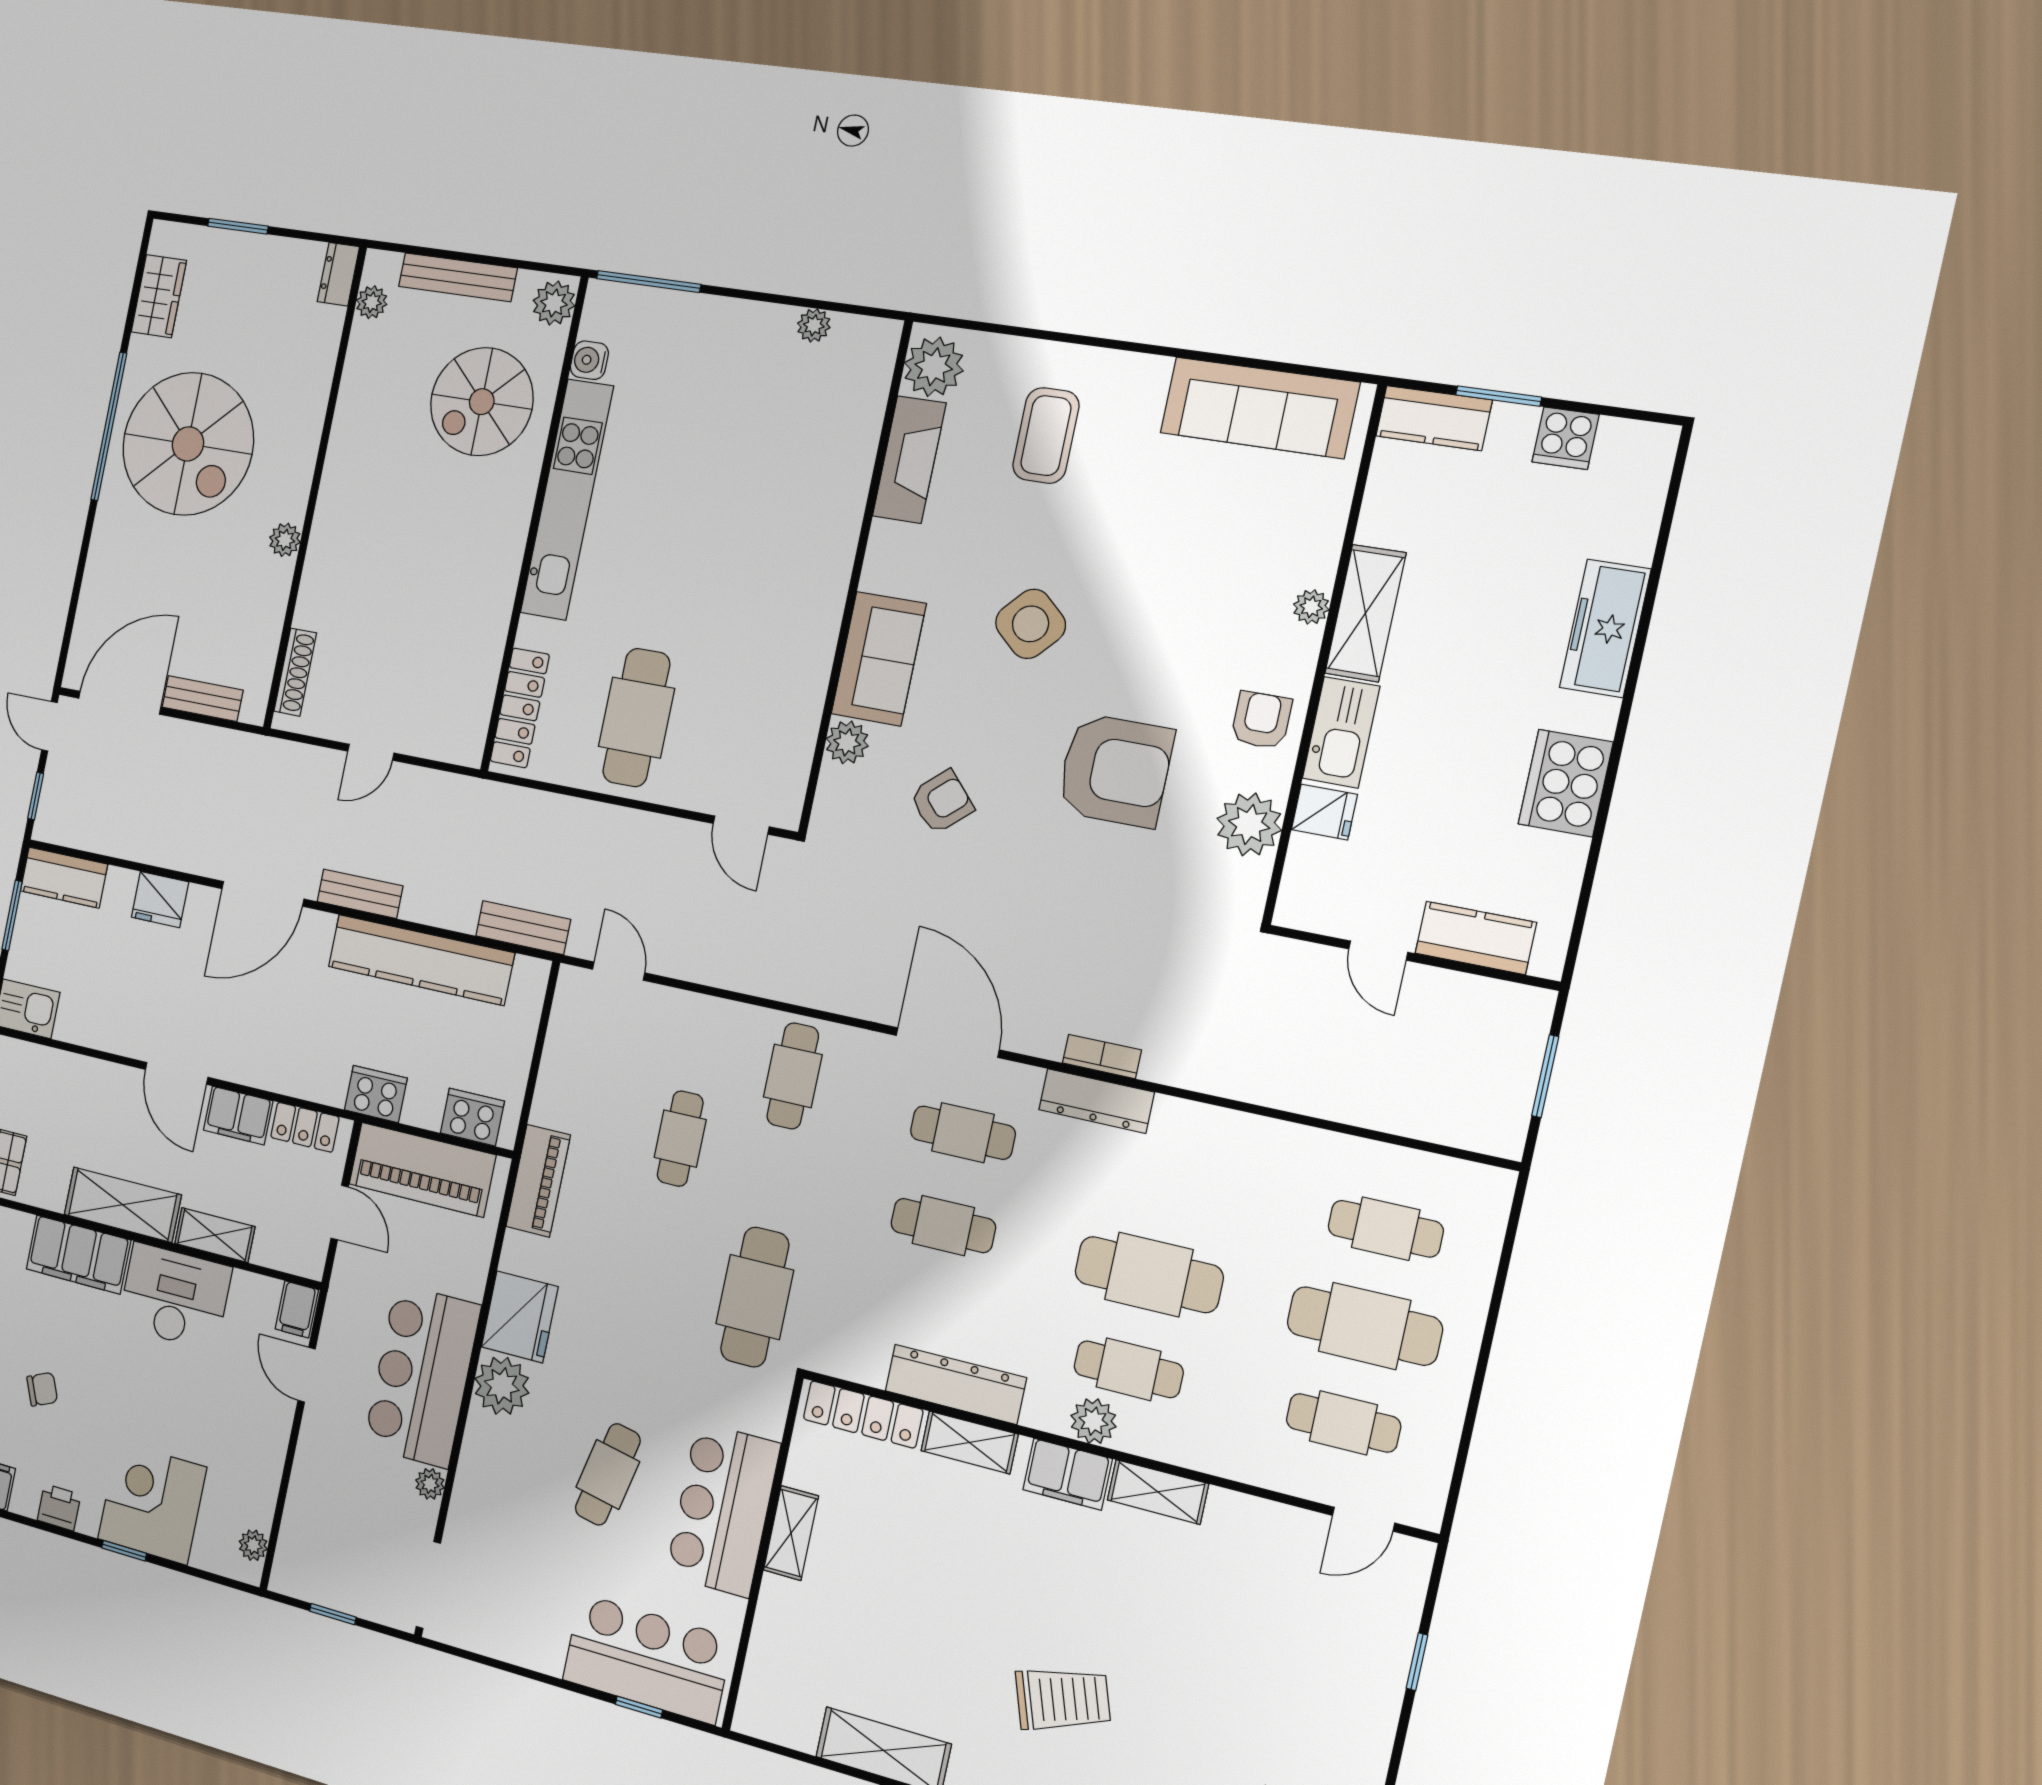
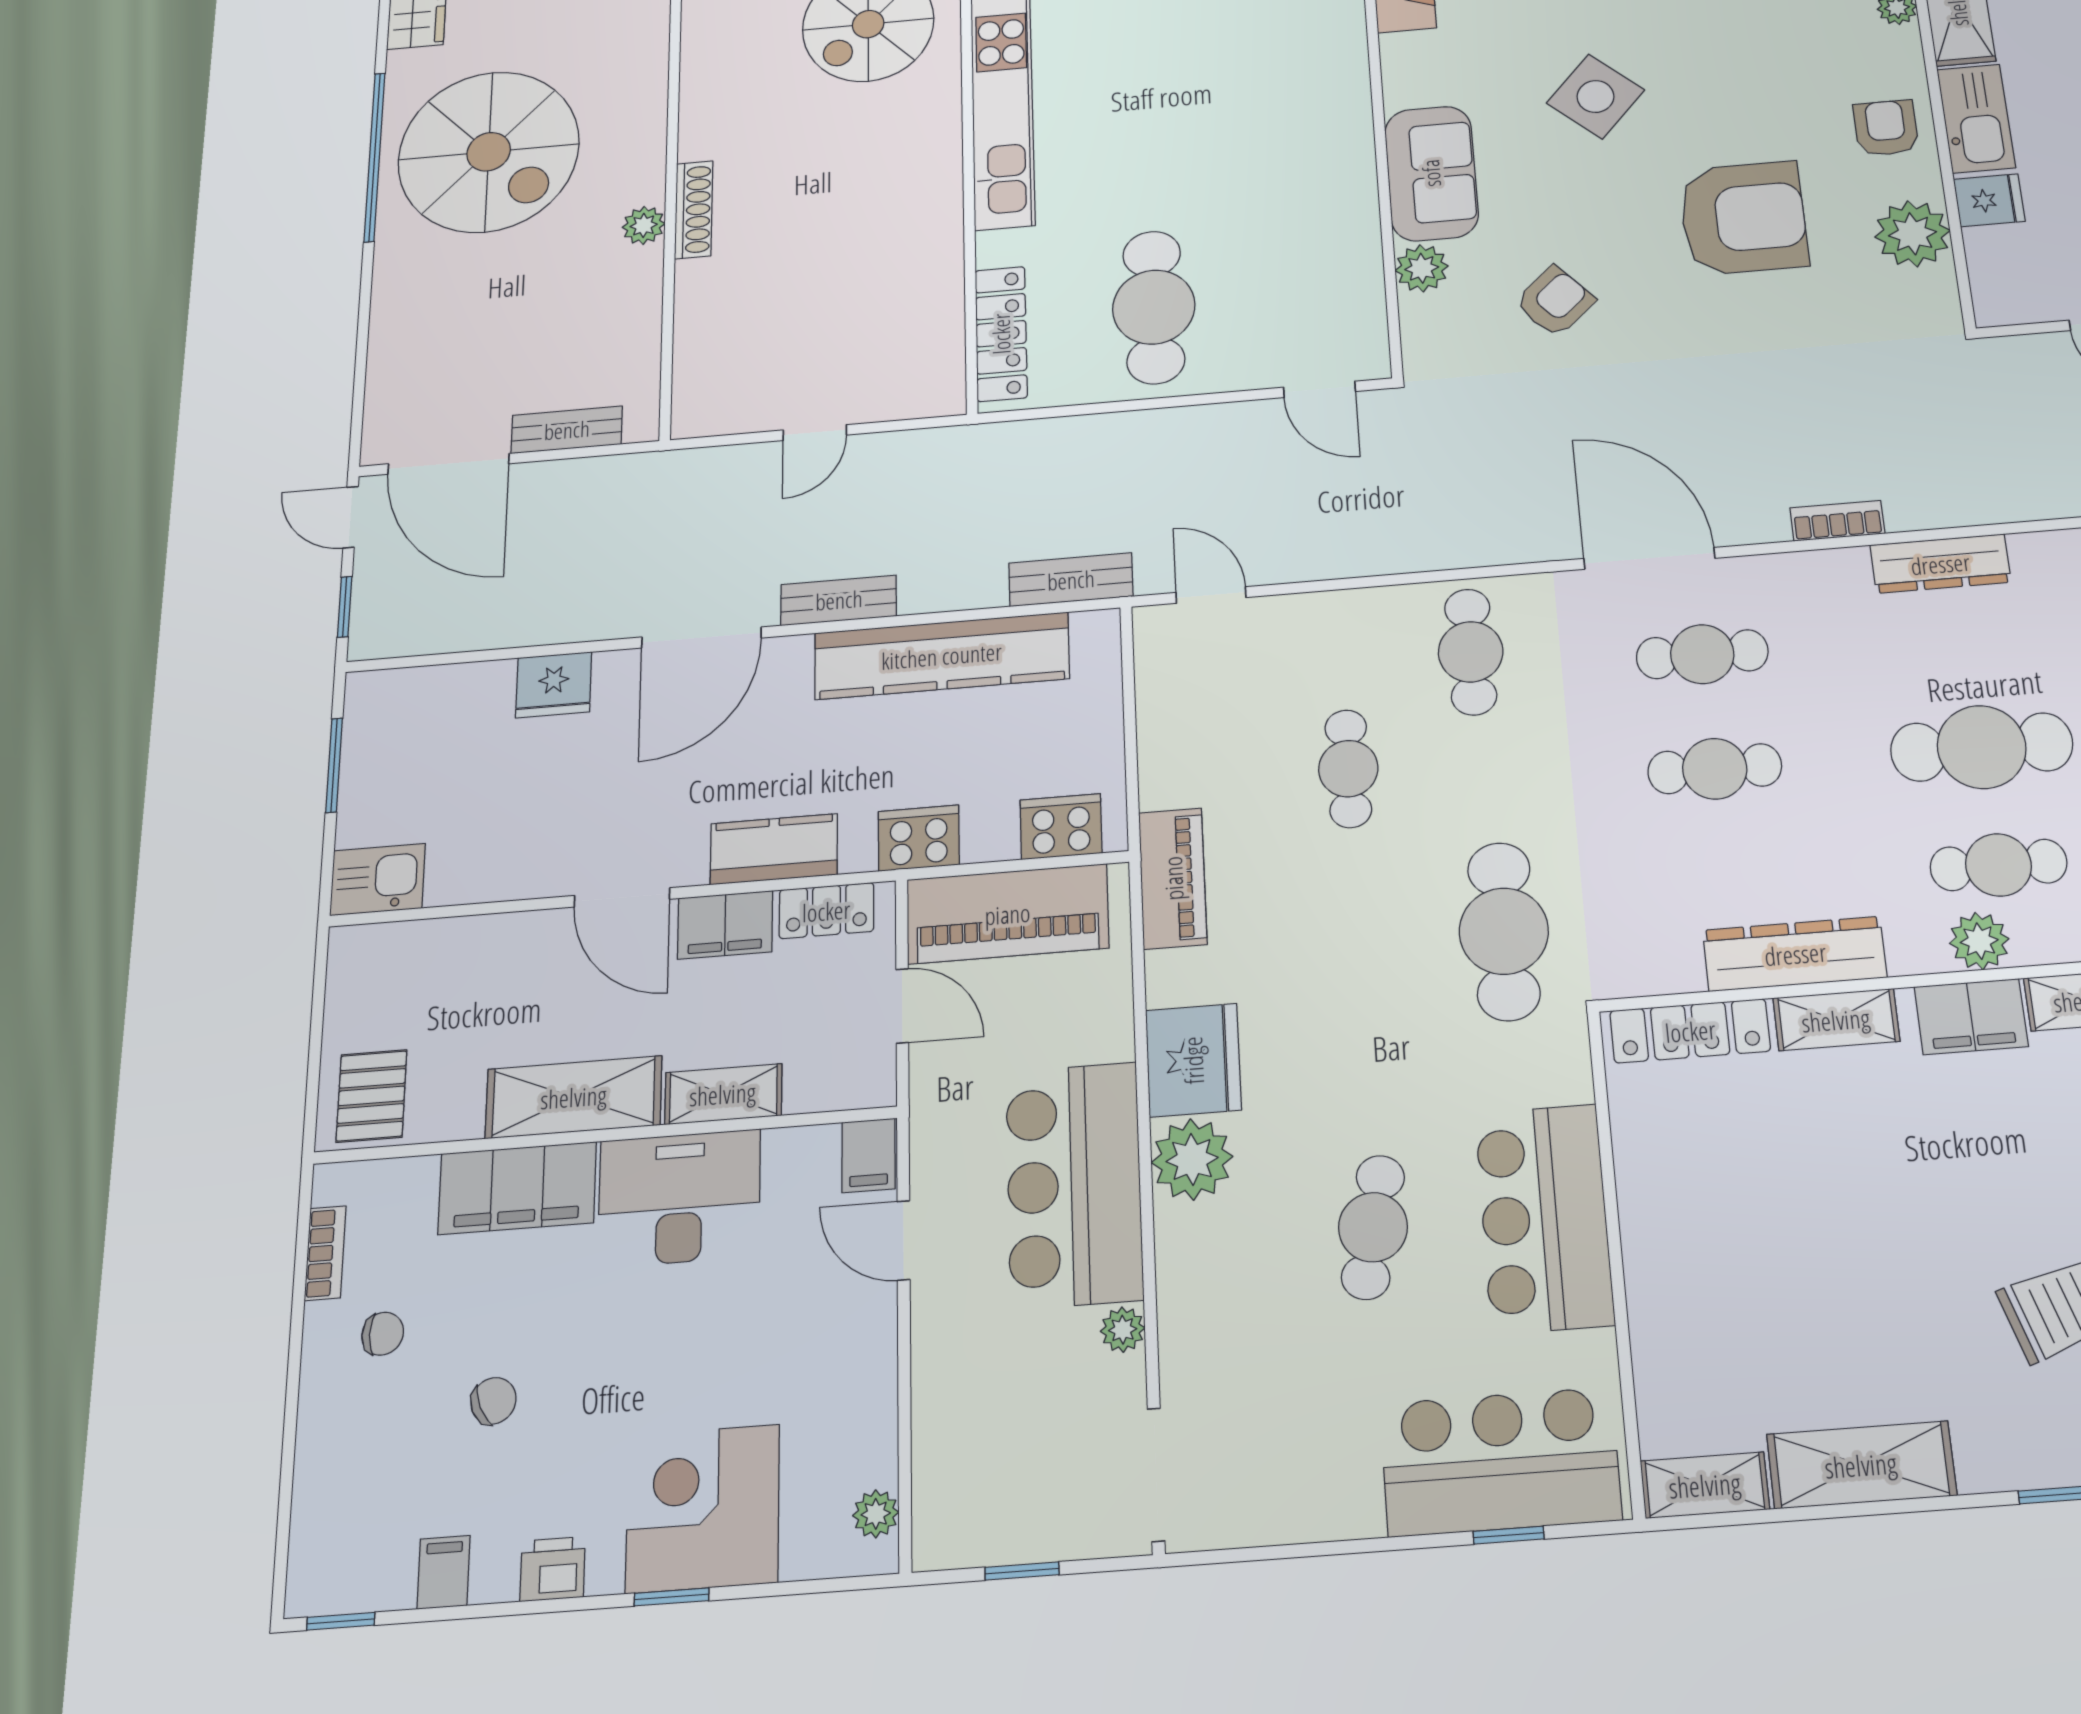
shoe rack: (295, 672) -> (694, 210), moved
door: (119, 703) -> (449, 464), swing flipped
kitchen counter: (64, 878) -> (774, 849), moved, turned 180
dresser: (1096, 1101) -> (1940, 564), moved
shelving: (791, 1533) -> (1705, 1485), moved, turned 90

